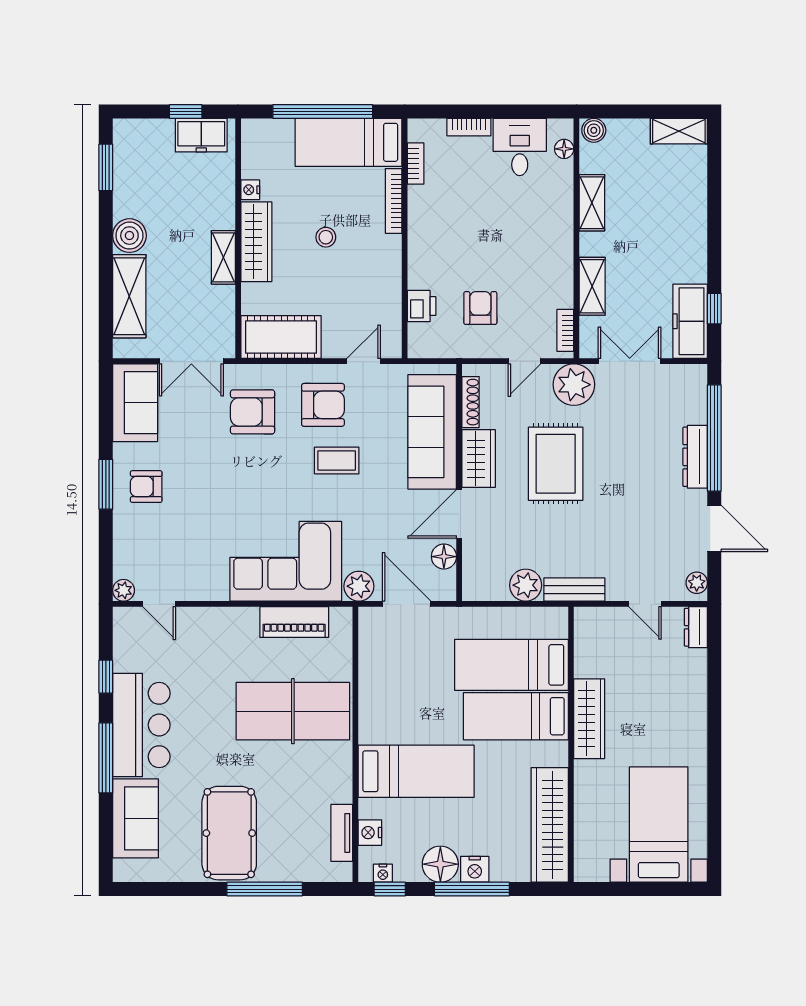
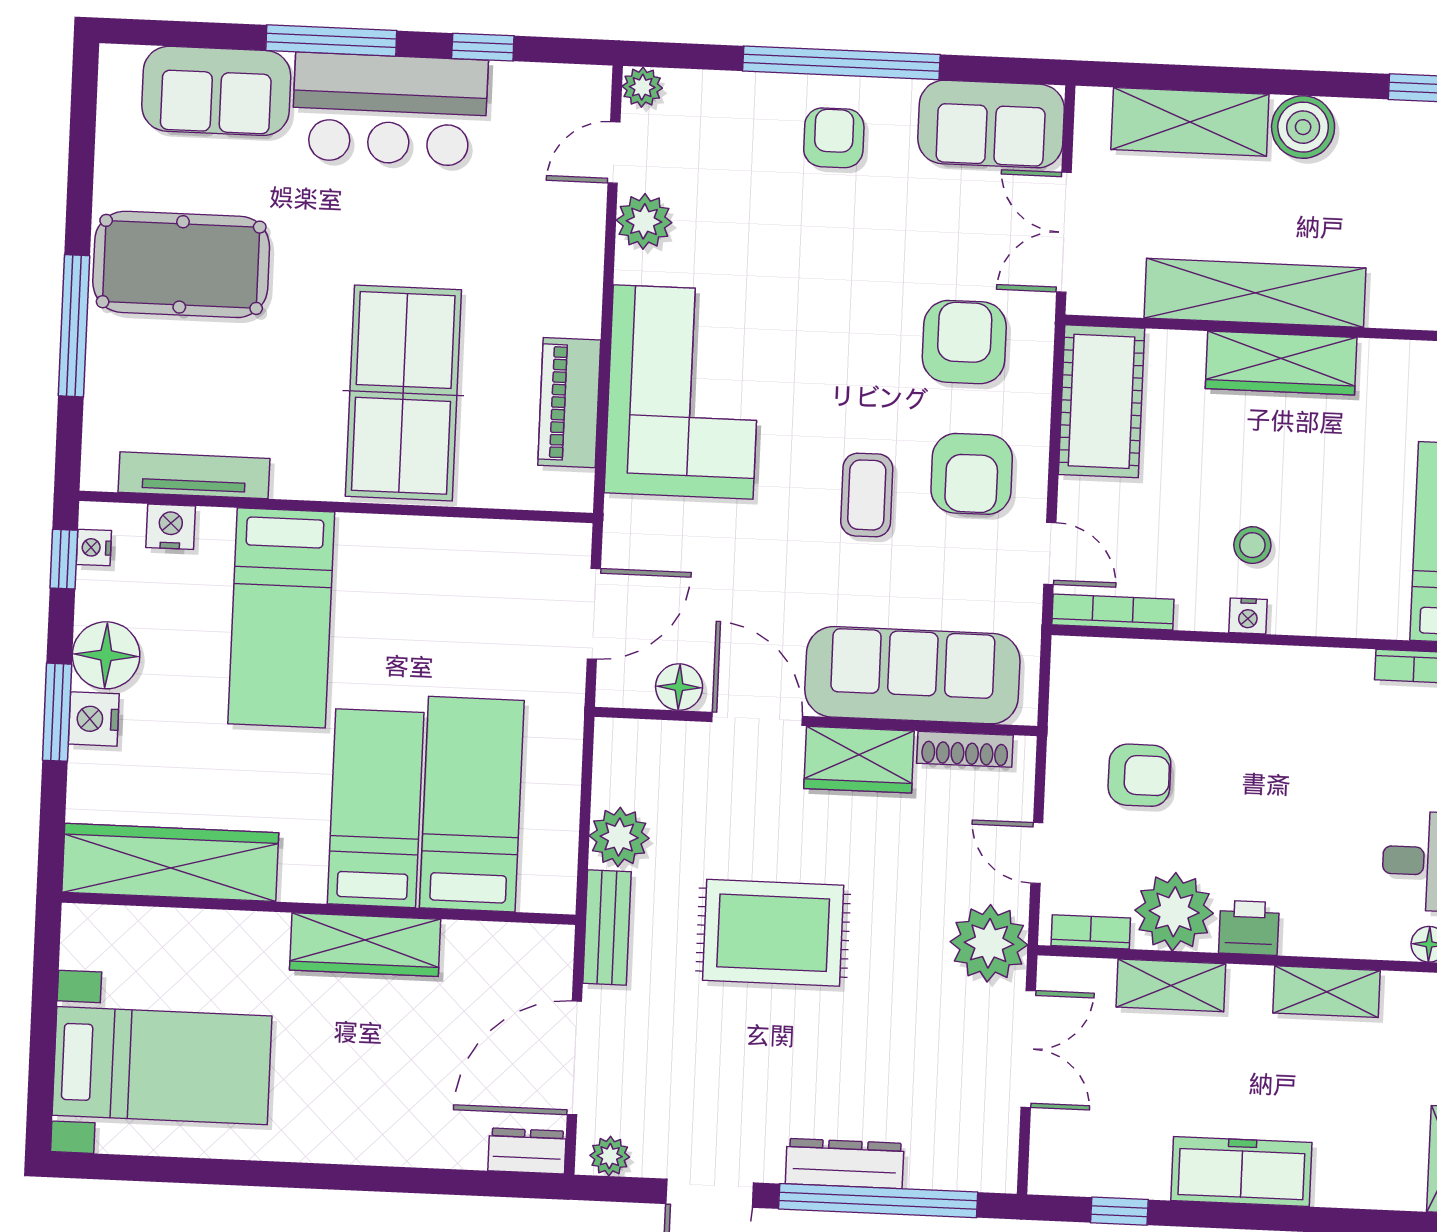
nightstand: (250, 190) -> (1248, 616), moved, turned 180
bookcase: (394, 201) -> (1113, 612), moved
stool: (326, 237) -> (1252, 545), moved
shelving: (223, 257) -> (1255, 293), width x2.20, depth x1.33
plant: (553, 286) -> (1174, 912), added
printer: (422, 306) -> (1249, 928), moved, turned 180
freezer: (690, 321) -> (1241, 1172), moved
rug: (556, 464) -> (773, 933), moved
window: (106, 484) -> (841, 63), width x2.11
plant: (359, 586) -> (644, 221), moved
door: (645, 604) -> (574, 1058), width x1.87
tv unit: (342, 833) -> (194, 475), width x1.41
window: (472, 889) -> (57, 712), width x0.69

